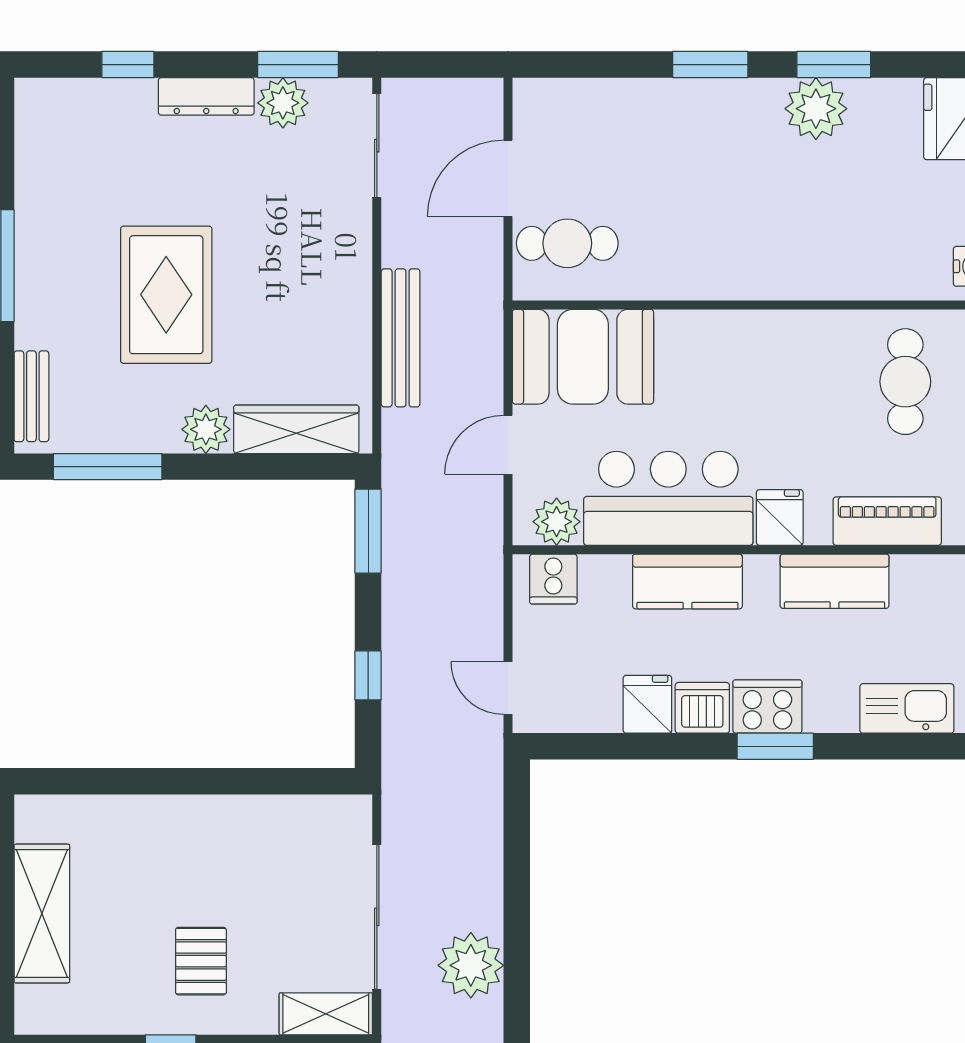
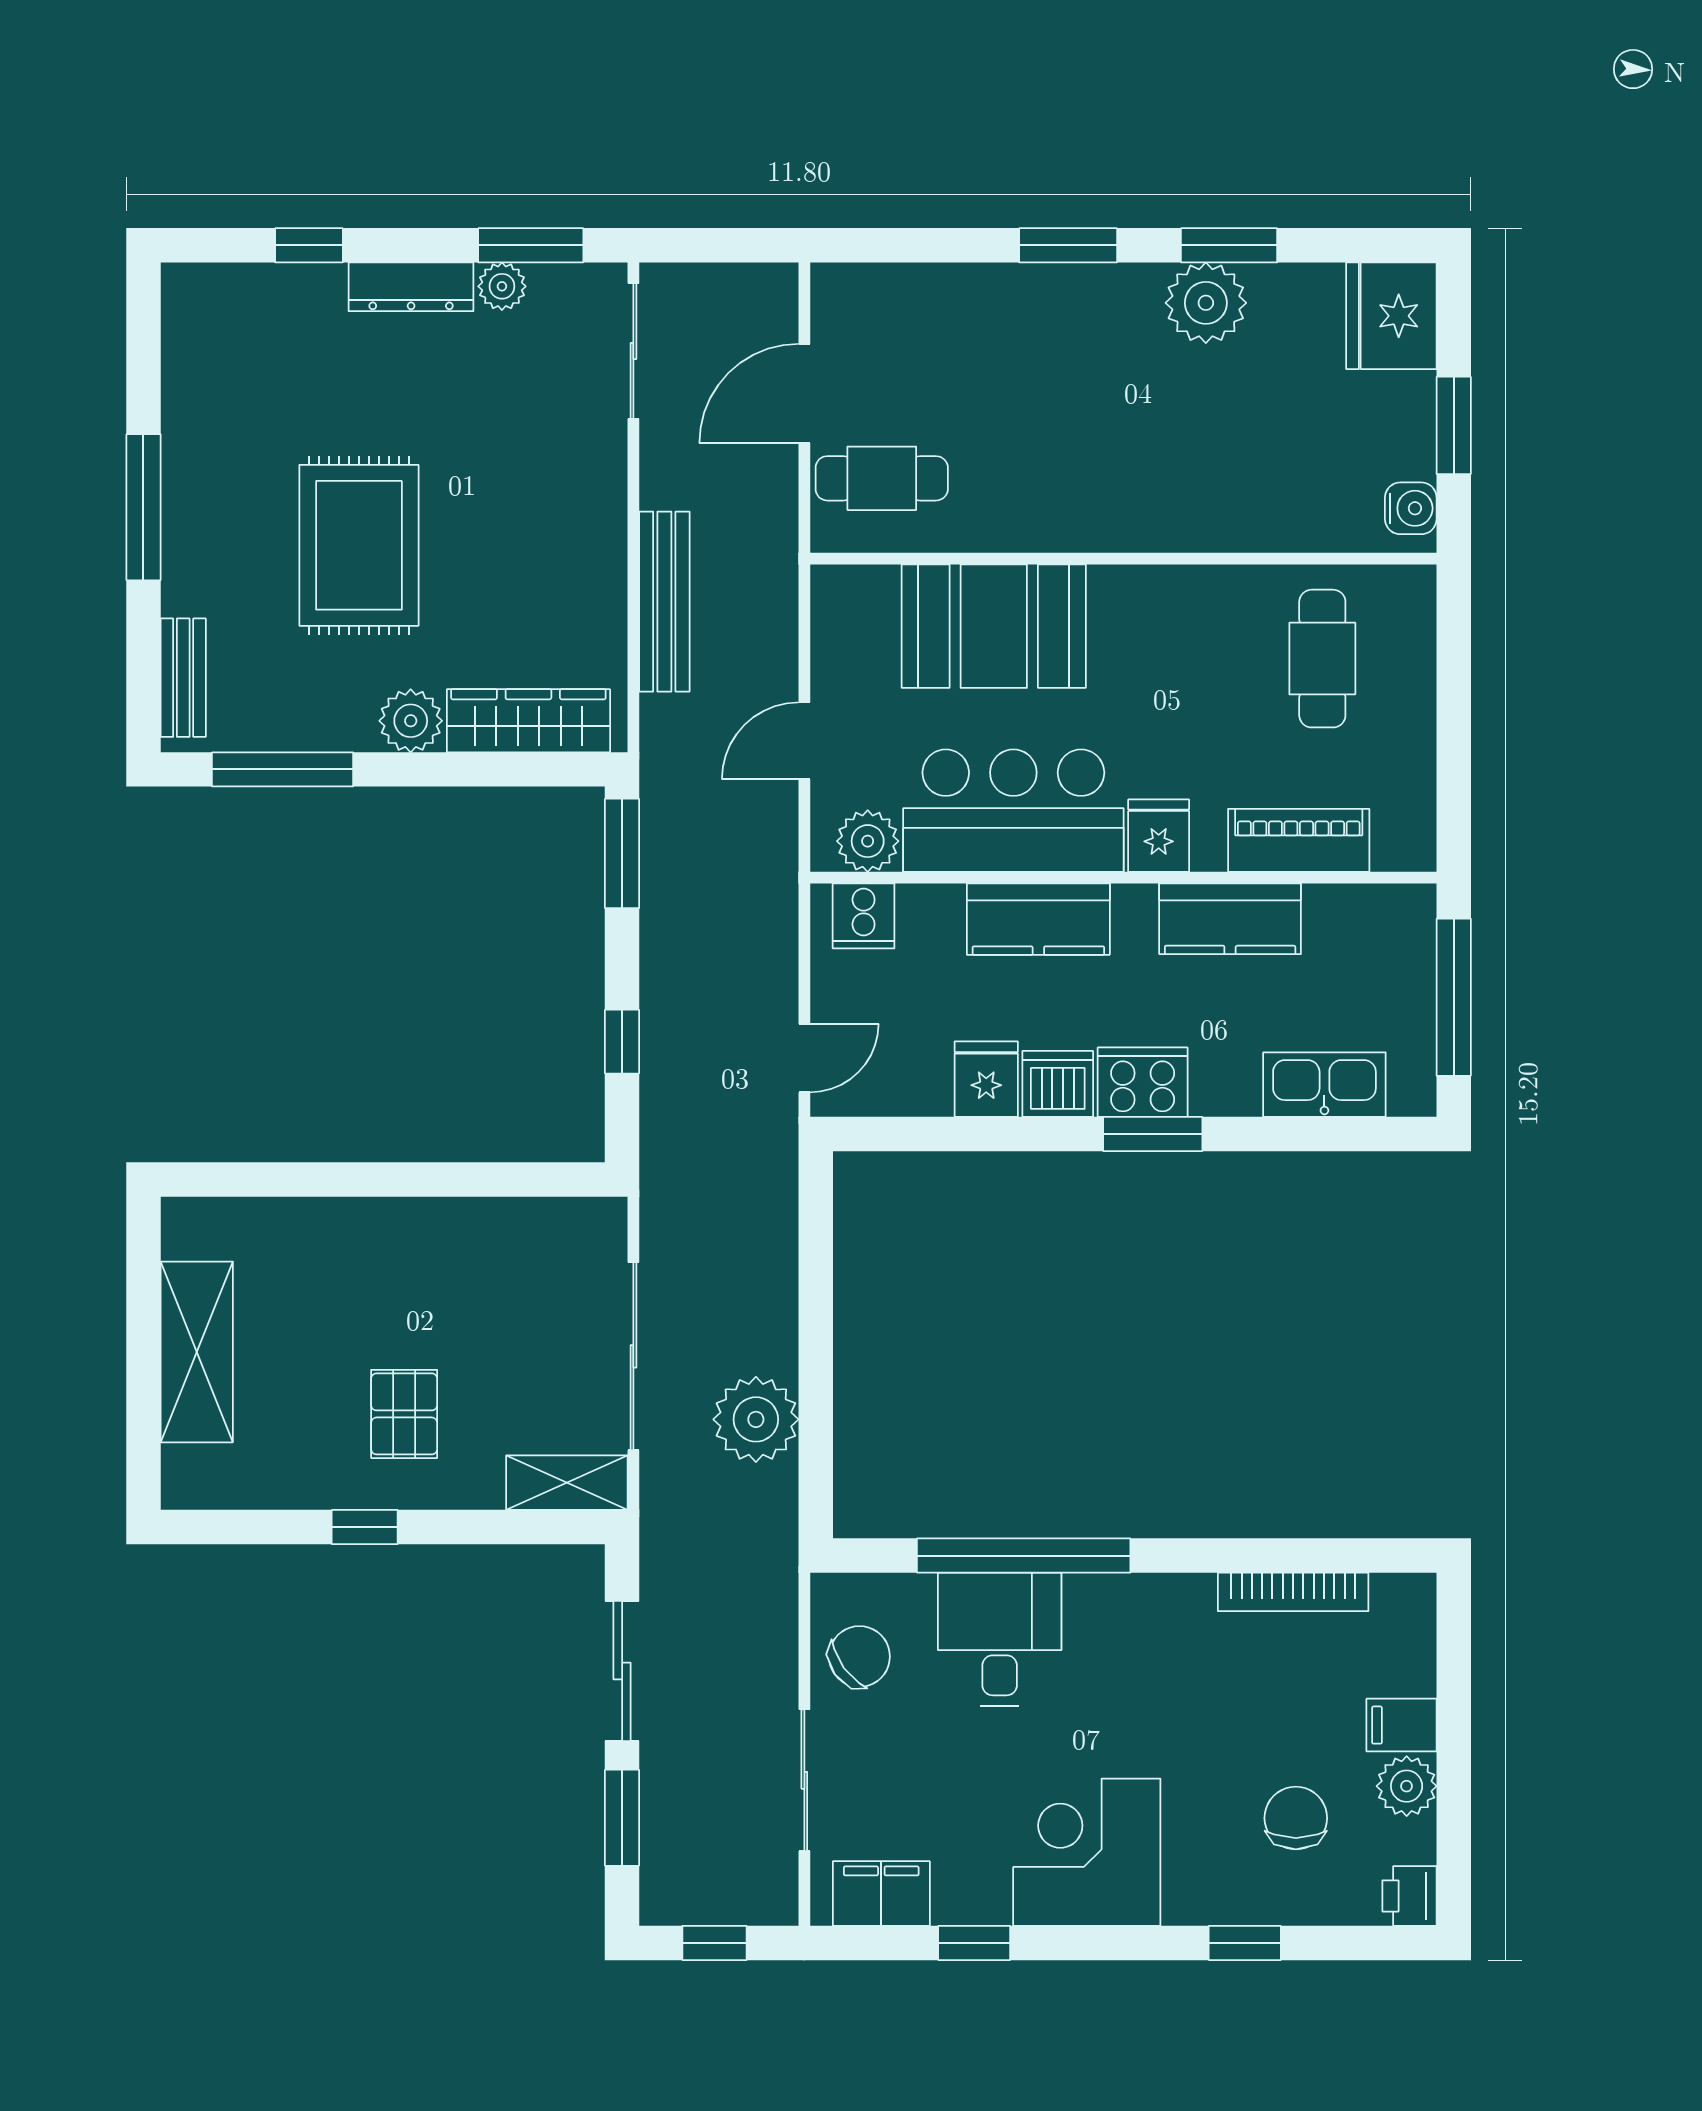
plant: (283, 103) -> (502, 286), width x0.73, depth x0.73
booth: (583, 357) -> (994, 626), moved
door: (508, 688) -> (804, 1058), swing flipped

